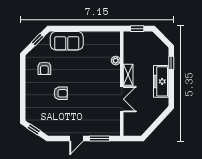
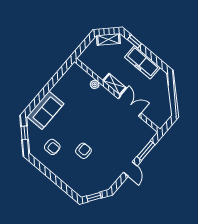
window: (137, 29) -> (84, 45), removed
shelving: (157, 43) -> (108, 39), added

